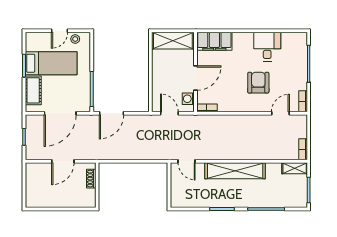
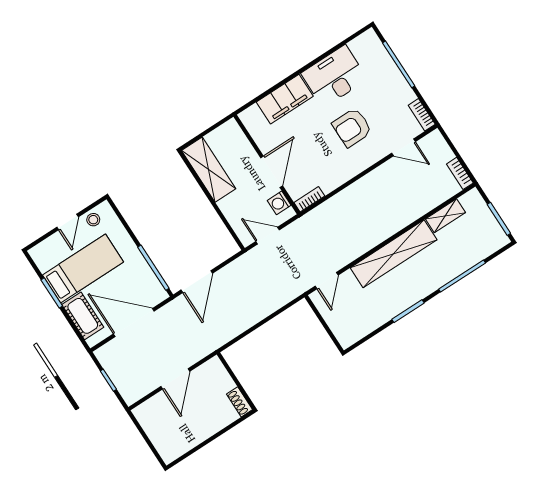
shelving: (173, 41) -> (209, 170), moved, turned 90
filing cabinet: (214, 41) -> (285, 99), moved
desk: (267, 47) -> (334, 76), width x1.37
armchair: (258, 83) -> (352, 128), turned -90
door: (60, 113) -> (134, 323), swing flipped
door: (280, 113) -> (403, 147), swing flipped
door: (187, 161) -> (327, 281), hinge flipped
shelving: (295, 168) -> (445, 216), moved
shoe rack: (91, 179) -> (239, 402), moved

